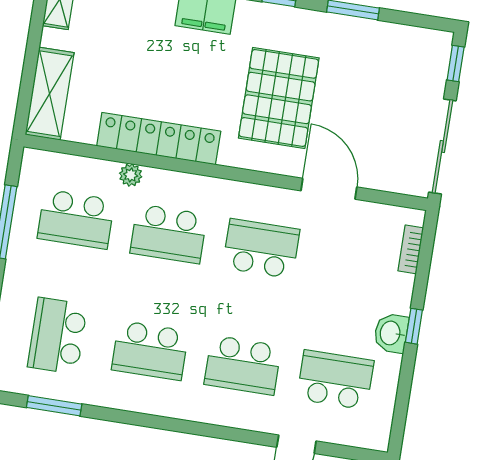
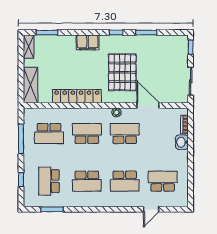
sliding door: (442, 146) -> (191, 81), width x0.73
plant: (131, 175) -> (117, 112), moved
school desk: (169, 234) -> (87, 133), turned 180
window: (414, 326) -> (191, 155), removed
washbasin: (391, 333) -> (182, 142), moved

